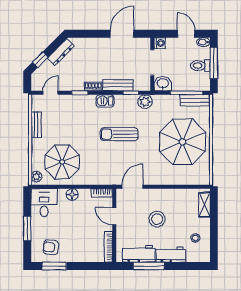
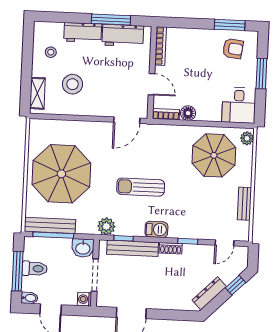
bench: (118, 85) -> (133, 248), width x1.36
bench: (195, 100) -> (50, 225), width x1.36
sun lounger: (119, 134) -> (141, 187), turned 180
floor lamp: (72, 195) -> (188, 113), moved
stool: (157, 219) -> (72, 84), moved

